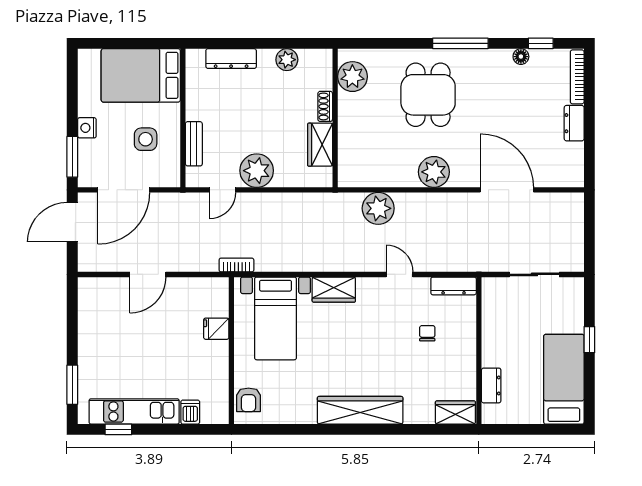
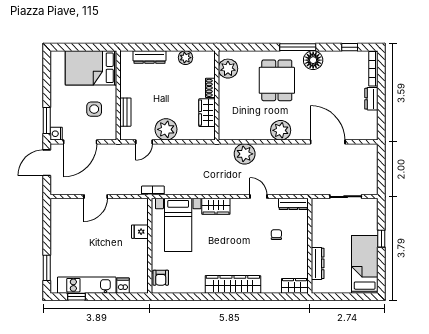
floor lamp: (521, 57) -> (313, 60), moved, width x1.89, depth x1.89
nightstand: (87, 128) -> (56, 134), moved
dresser: (491, 385) -> (318, 263), width x1.44

